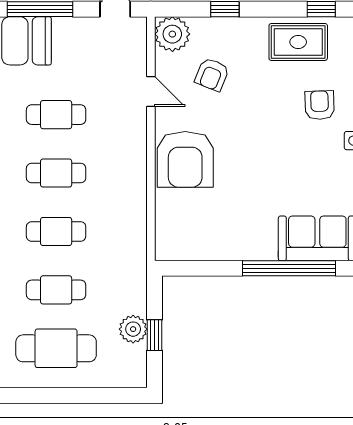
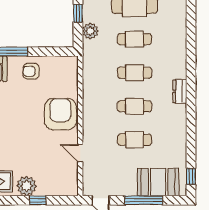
plant: (172, 34) -> (27, 186), moved
armchair: (212, 74) -> (31, 71), moved, turned -112
plant: (133, 329) -> (90, 31), moved

